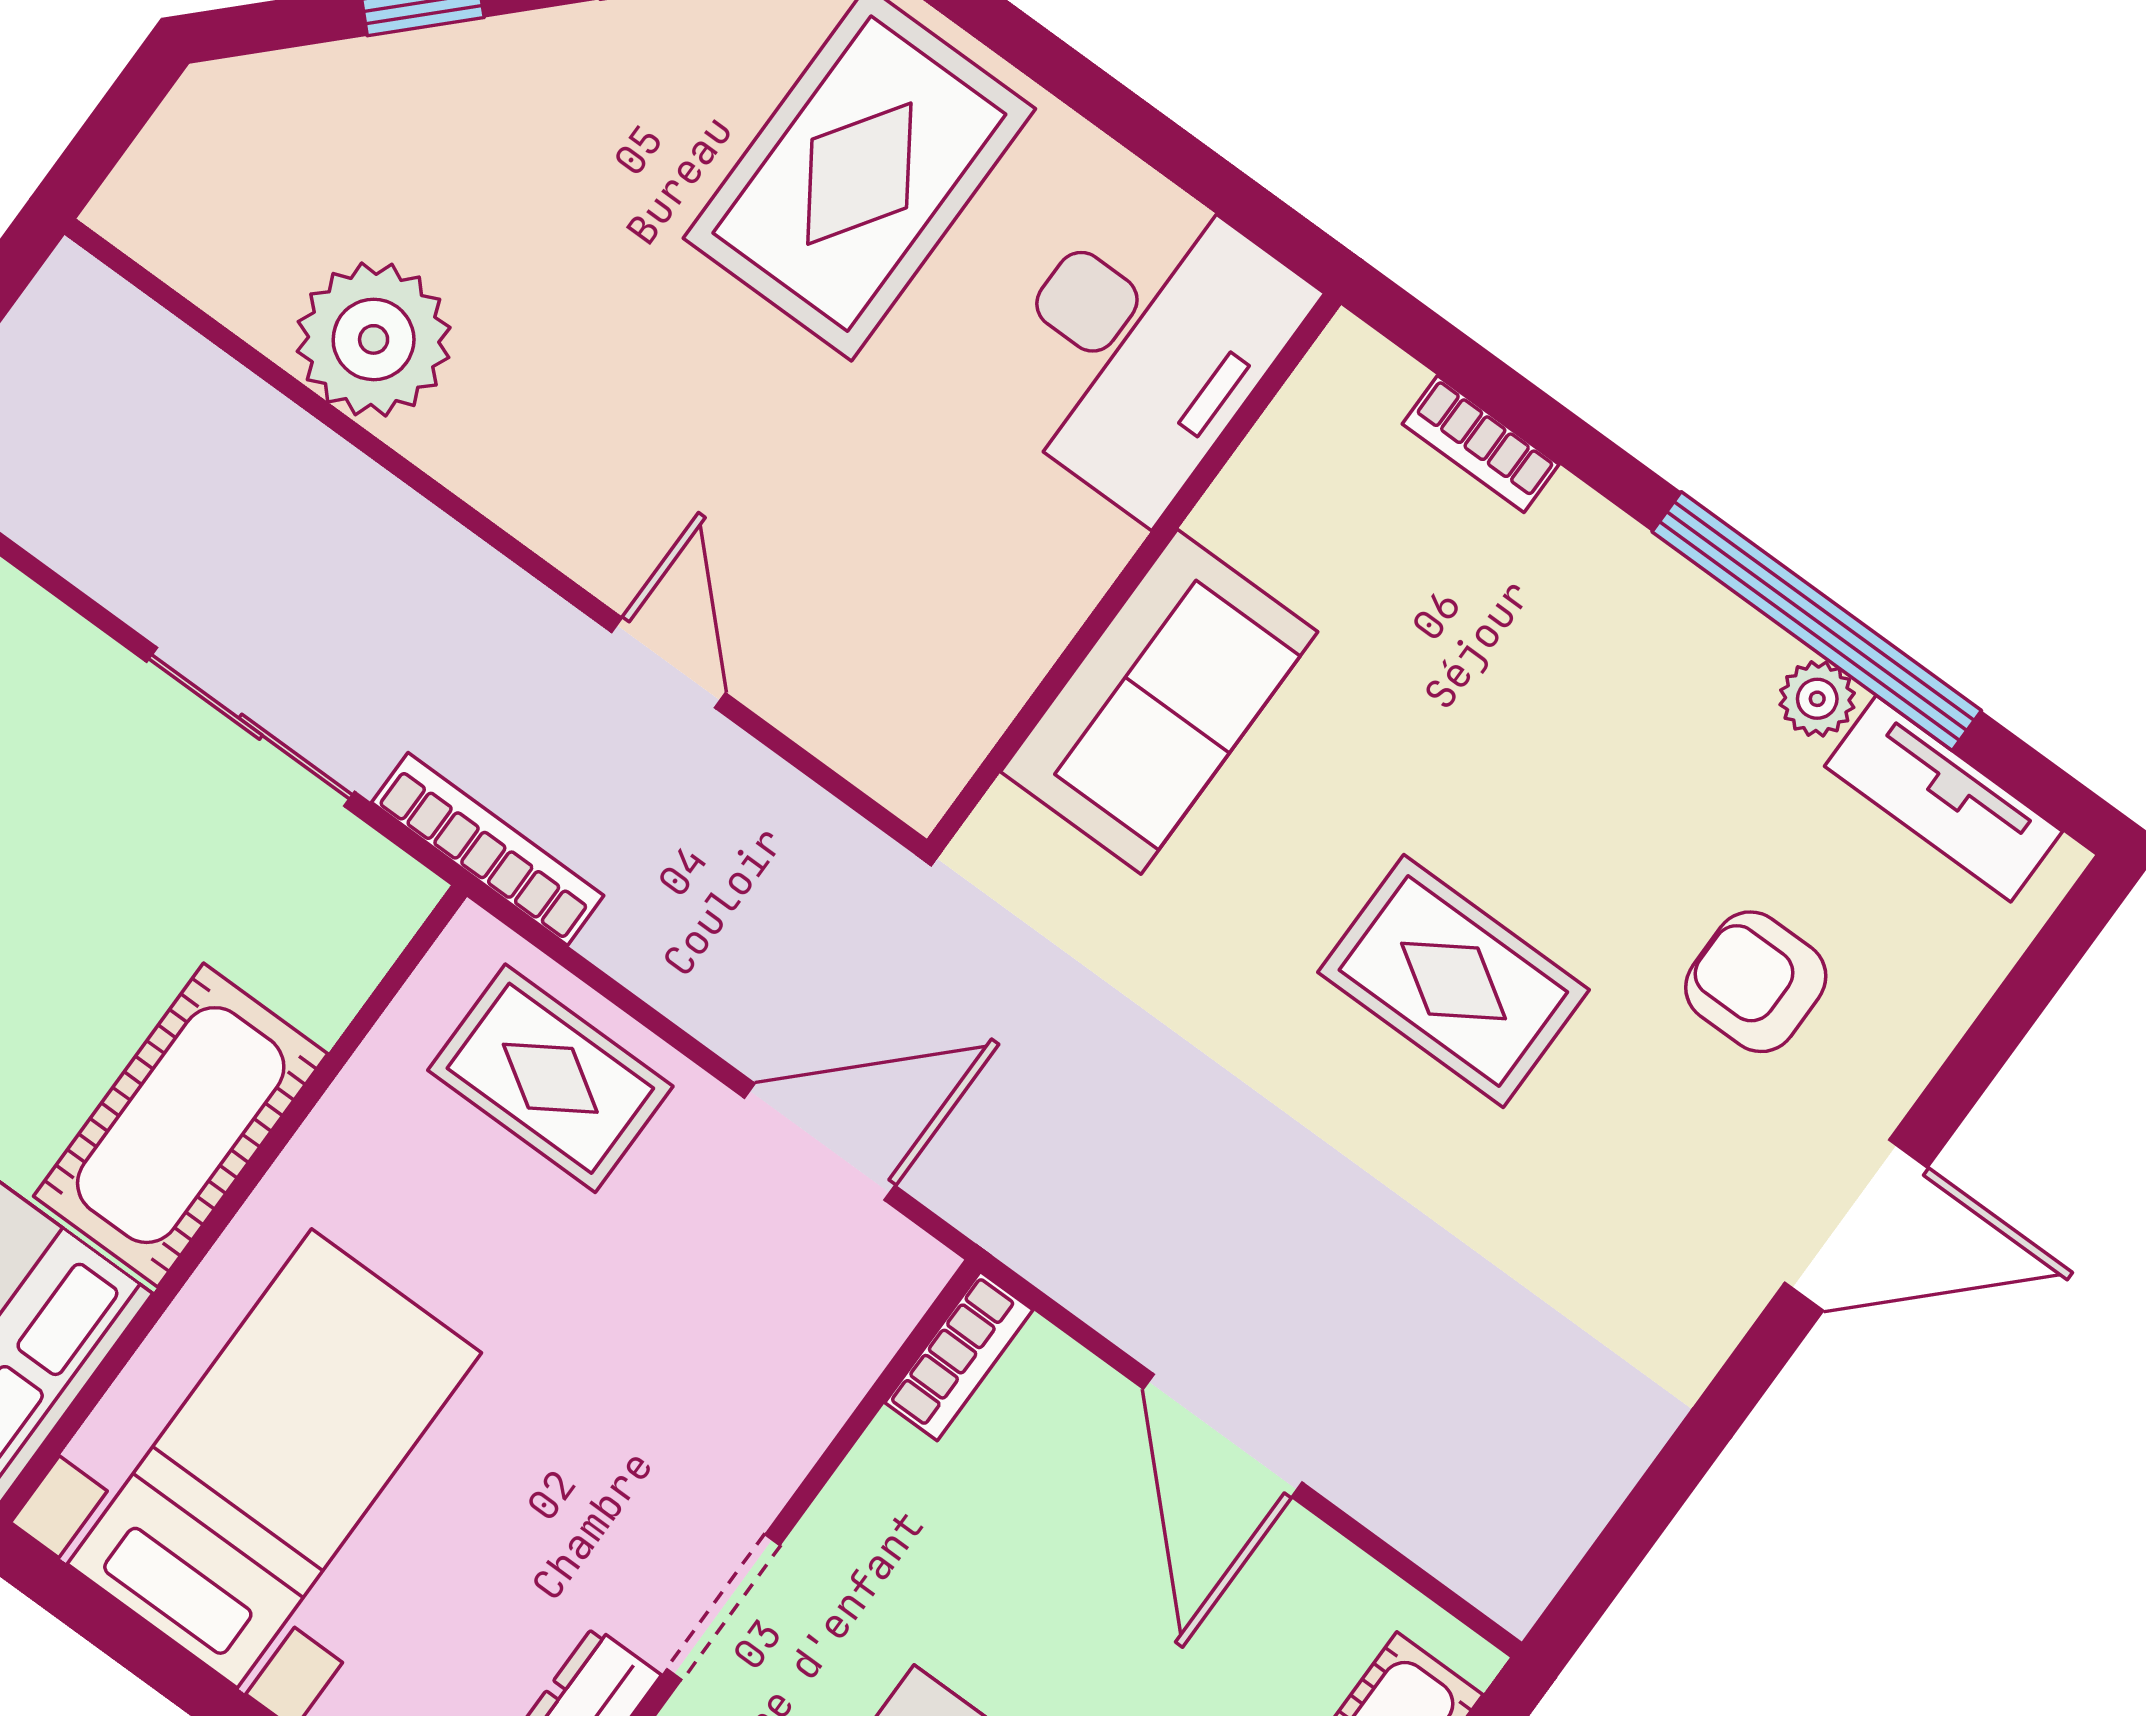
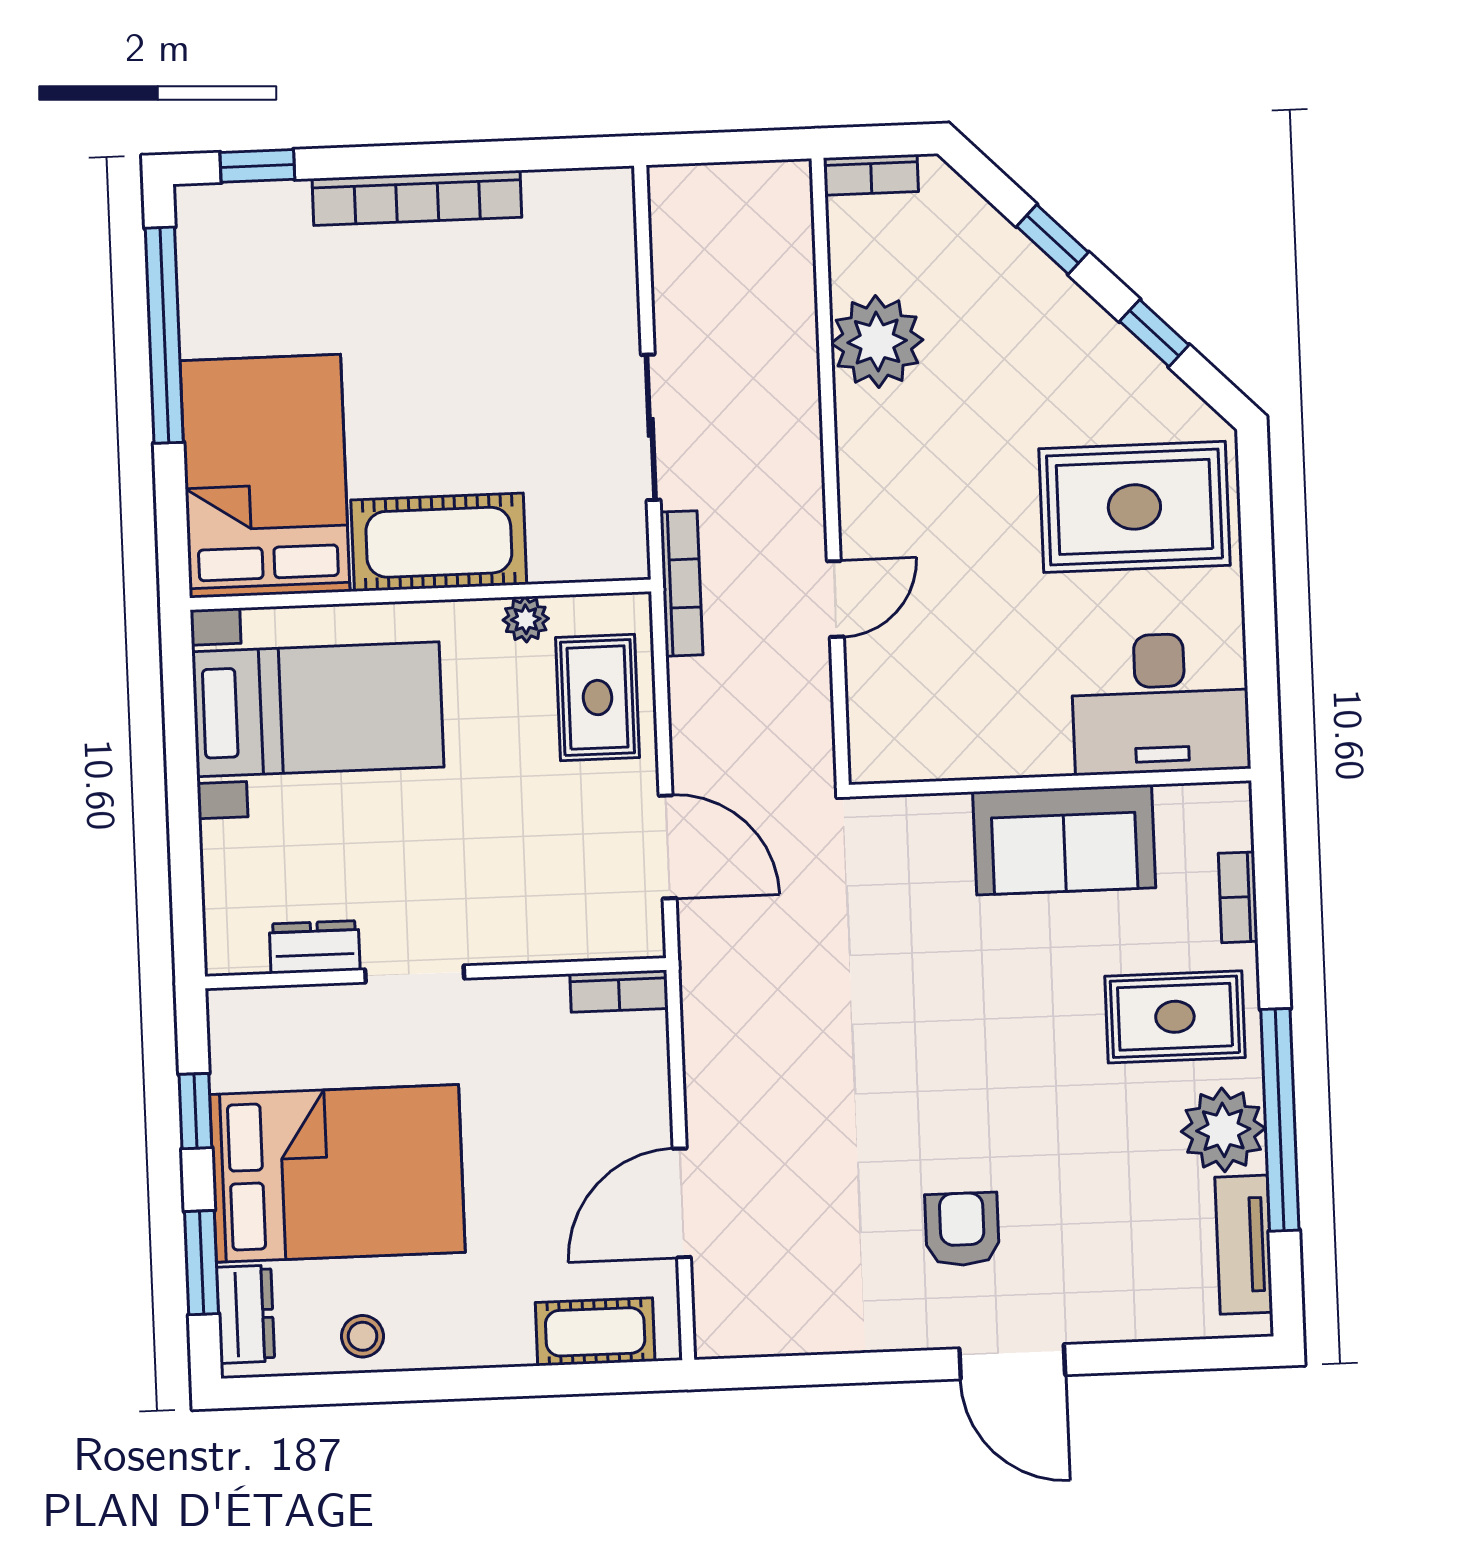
bookcase: (148, 174) -> (871, 175), added
plant: (1817, 699) -> (1223, 1130), width x1.88, depth x1.88
sofa: (1159, 702) -> (1064, 840), moved
rug: (1453, 981) -> (1175, 1017), moved, turned 90
armchair: (1756, 982) -> (962, 1229), moved
plant: (373, 1091) -> (526, 619), added
door: (1223, 1436) -> (682, 1203), moved

